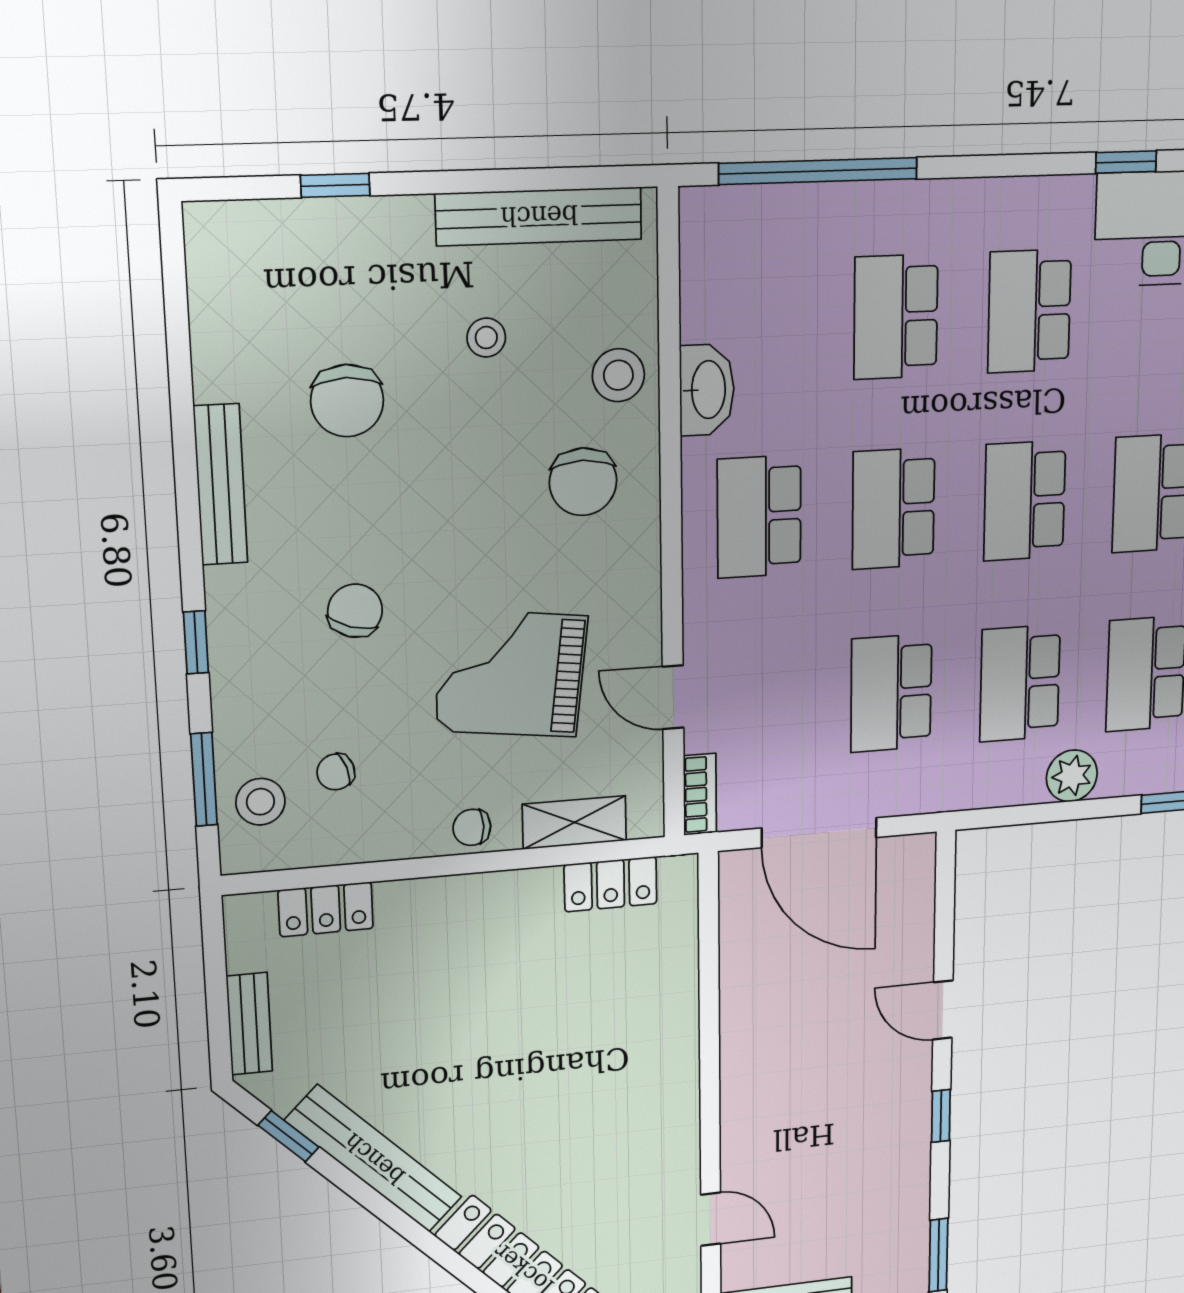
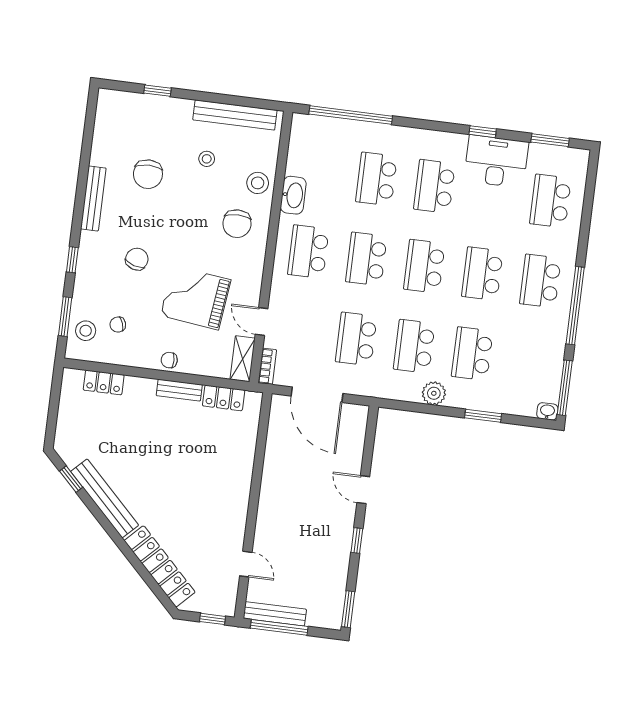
shelving: (574, 822) -> (243, 359), moved, turned 90
bench: (249, 1024) -> (179, 390), moved, turned 90

